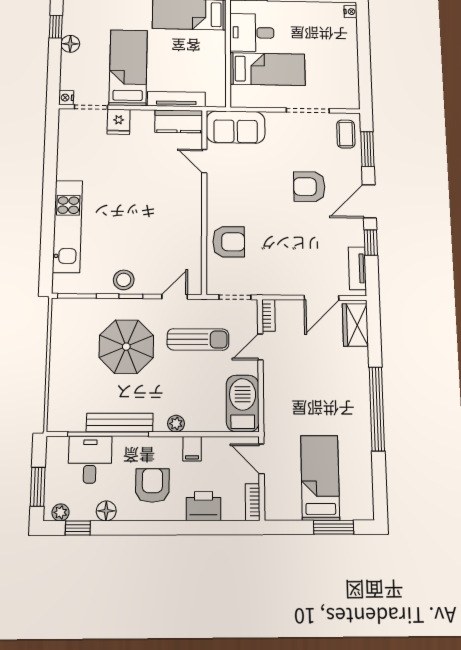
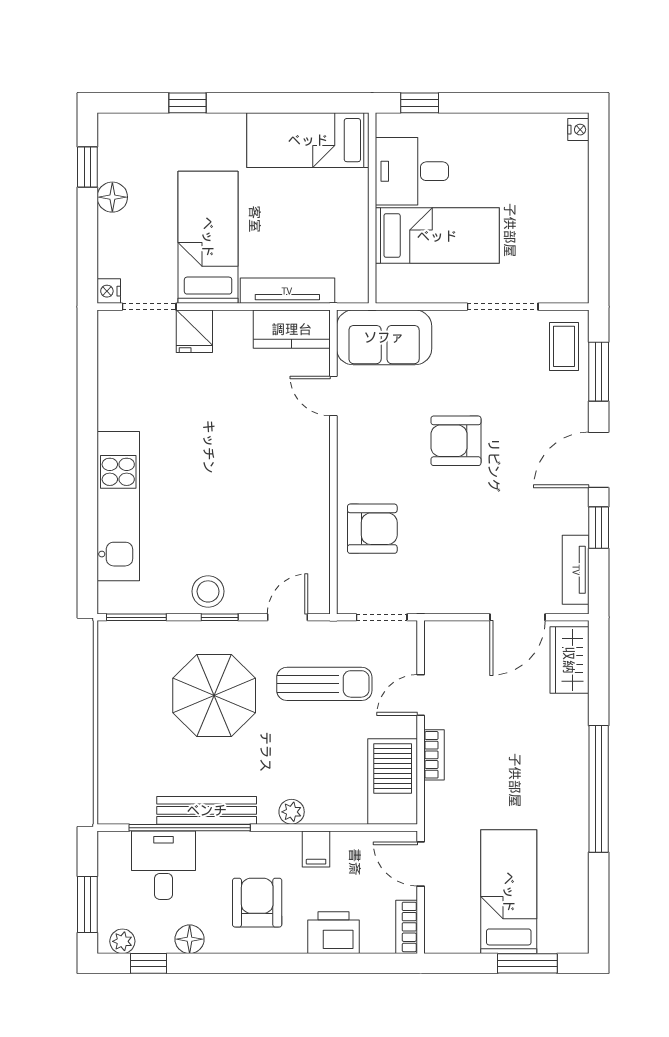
armchair: (309, 187) -> (456, 441), moved
bookcase: (269, 315) -> (434, 755), moved

